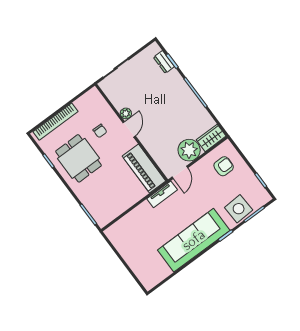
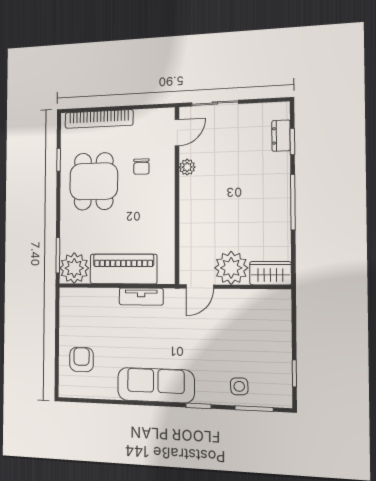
door: (129, 129) -> (177, 133), moved
armchair: (224, 166) -> (81, 360), moved, turned -90
piano: (144, 168) -> (123, 269), moved, turned 90
tv unit: (162, 194) -> (141, 297), moved
side table: (239, 209) -> (239, 386), width x0.54, depth x0.54
plant: (103, 214) -> (74, 268), added
sofa: (194, 240) -> (156, 385), width x0.74, depth x0.79

